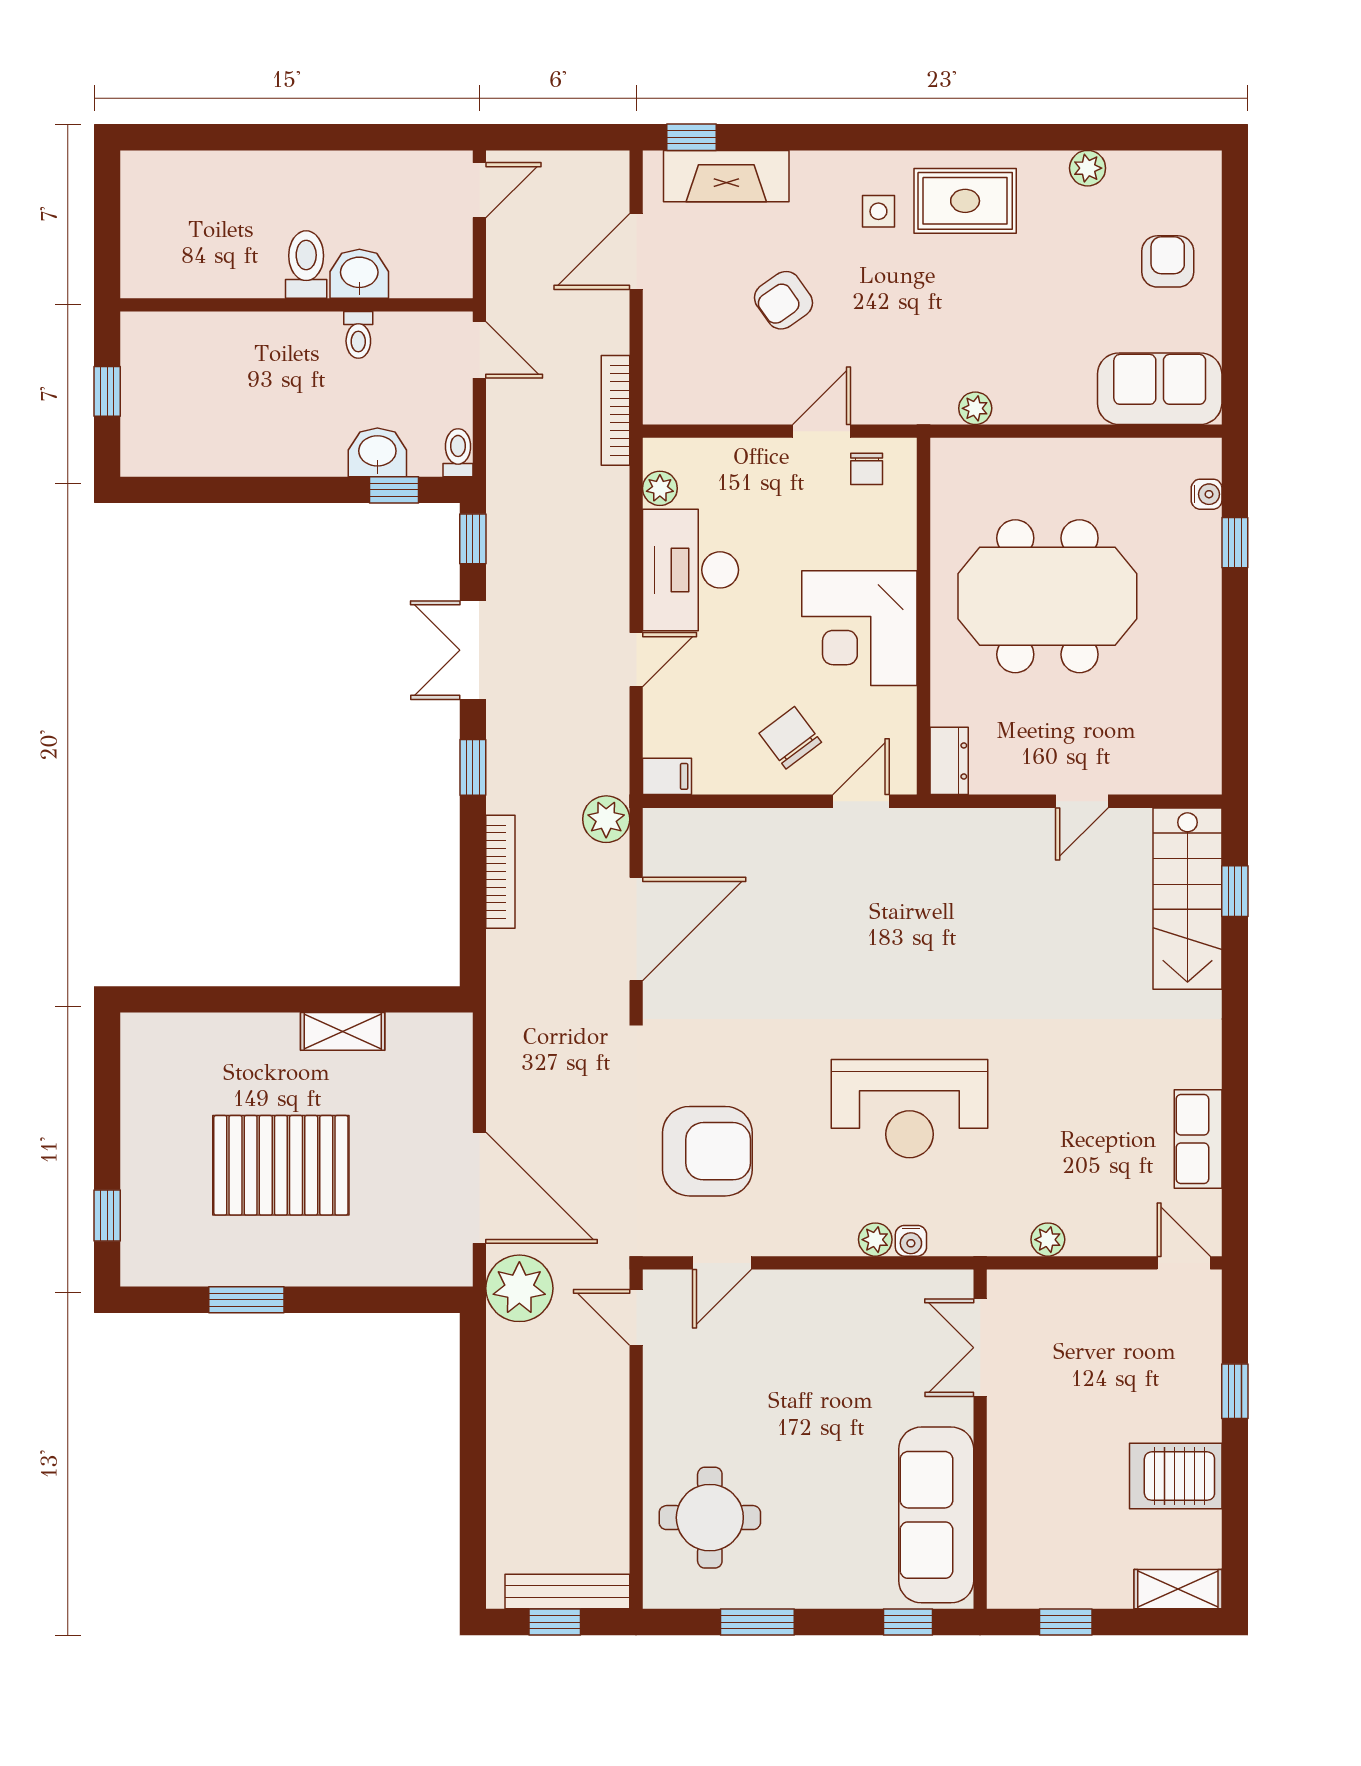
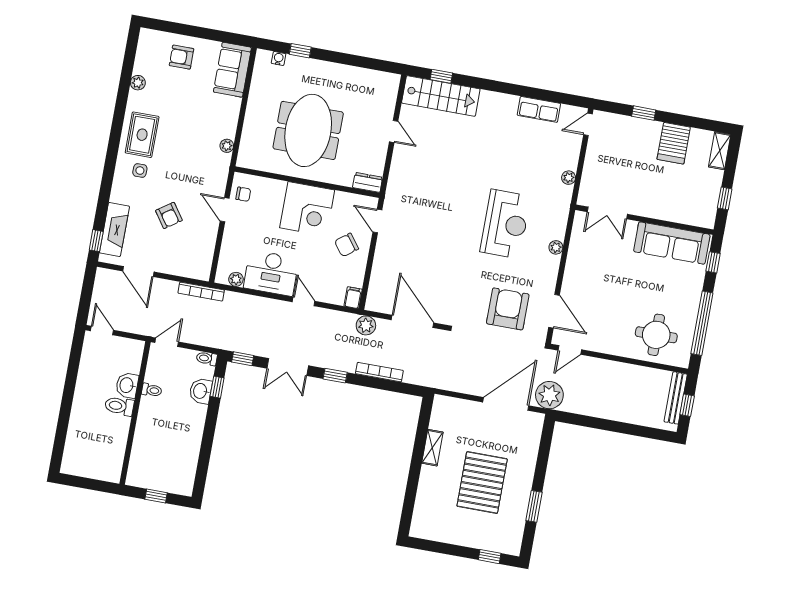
water cooler: (911, 1241) -> (559, 233), removed
door: (722, 1263) -> (554, 311), width x1.38
window: (757, 1622) -> (702, 323), width x2.11

